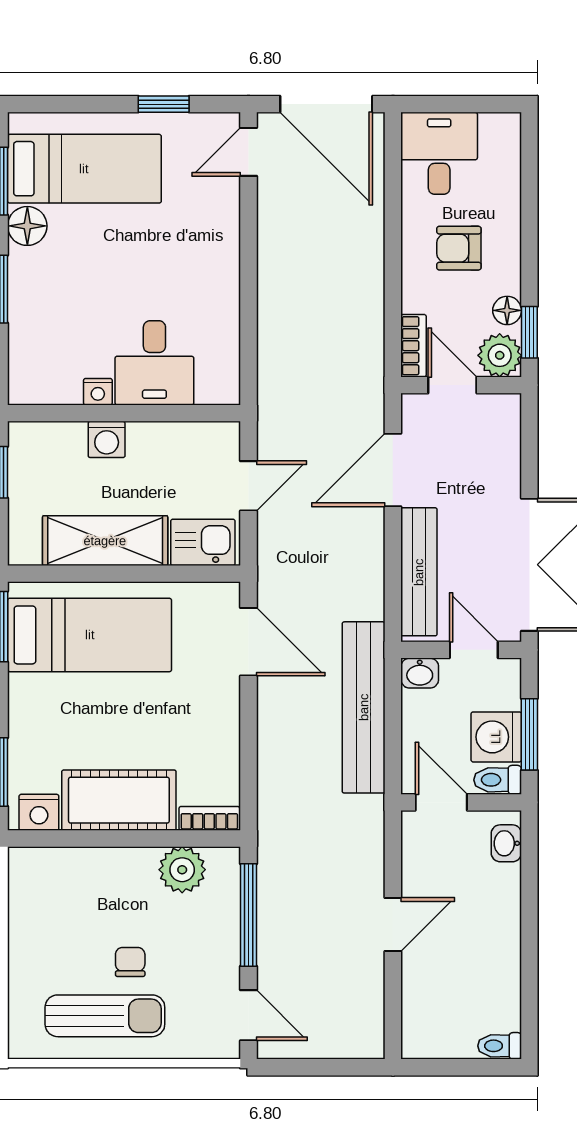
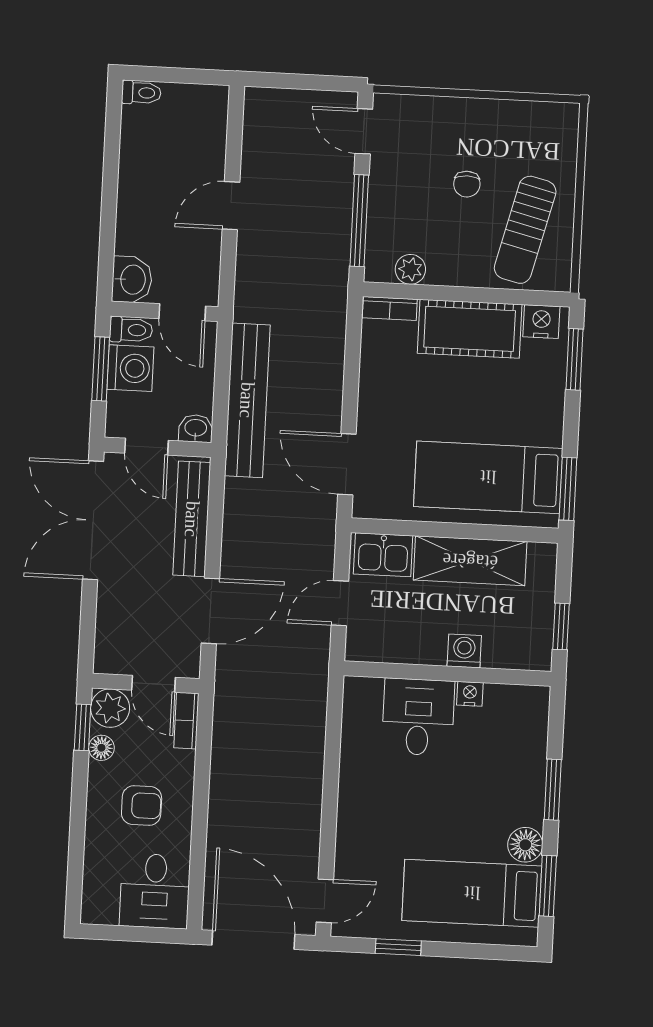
washbasin: (506, 843) -> (132, 280), width x1.38, depth x1.45
plant: (182, 870) -> (410, 269), width x0.73, depth x0.73
sun lounger: (105, 1016) -> (525, 230), moved, turned -76

